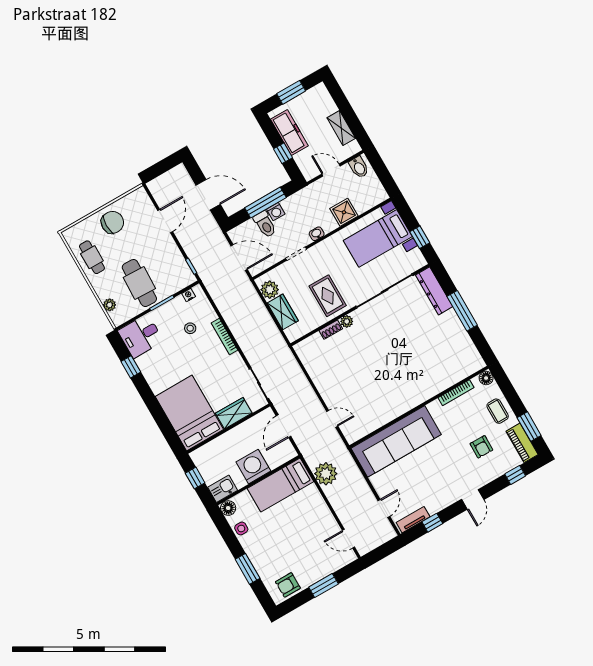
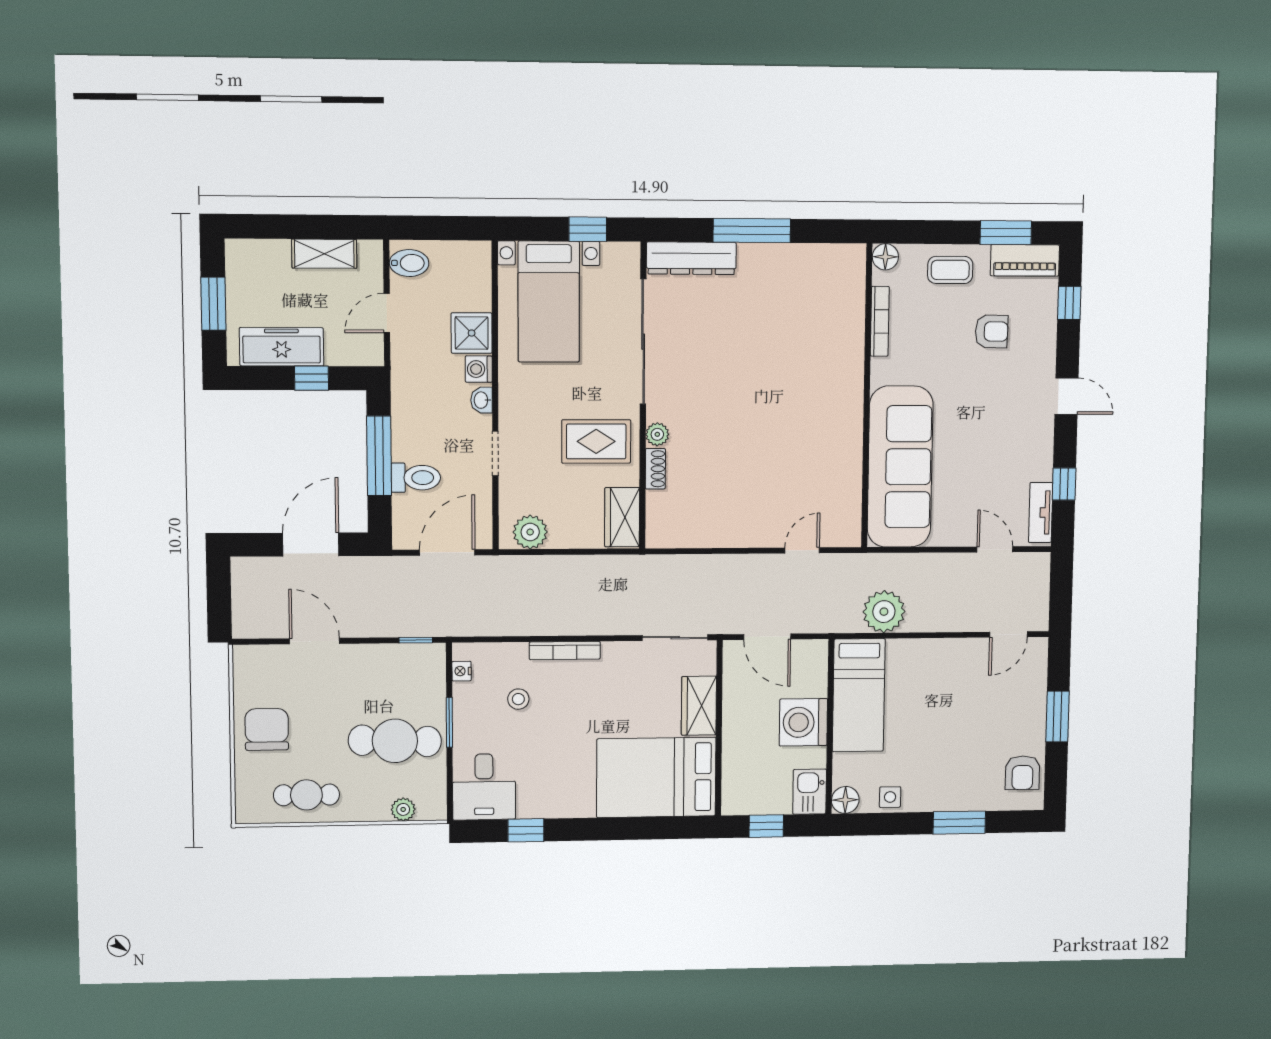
washing machine: (276, 212) -> (479, 369), moved, turned 180
wardrobe: (283, 312) -> (622, 517), moved, turned -90

